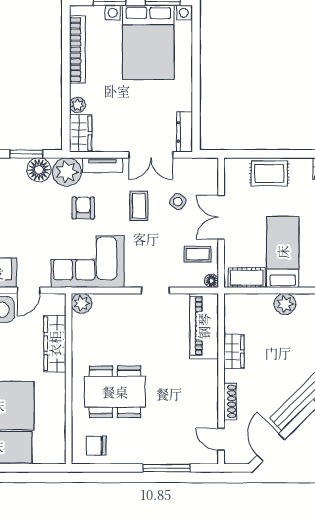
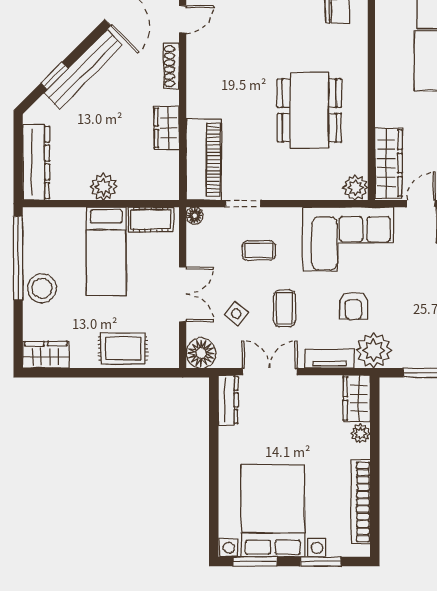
floor lamp: (39, 170) -> (201, 353), moved
coffee table: (198, 254) -> (259, 250), moved
doorway: (155, 290) -> (243, 204), moved
wardrobe: (55, 344) -> (388, 163), moved
dining table: (115, 392) -> (309, 110), moved, turned 90
door: (221, 439) -> (183, 19), hinge flipped

